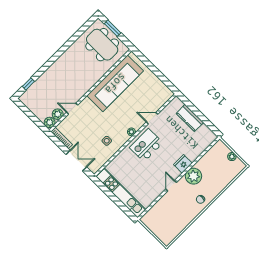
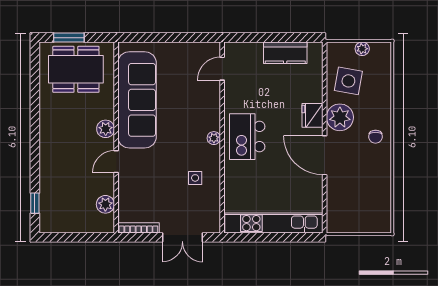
door: (72, 109) -> (116, 162), moved
door: (152, 118) -> (222, 69), moved
kitchen counter: (190, 118) -> (285, 53), moved
plant: (50, 122) -> (106, 129), moved
double door: (76, 161) -> (182, 237), swing flipped
side table: (212, 164) -> (348, 81), added
door: (171, 186) -> (325, 155), width x1.88

